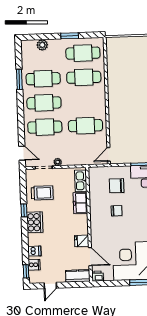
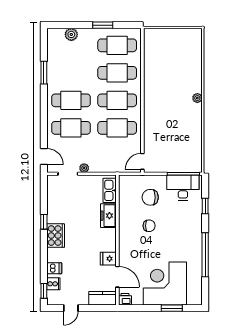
cafe table: (43, 79) -> (117, 100), moved
trolley: (42, 193) -> (65, 202), removed

